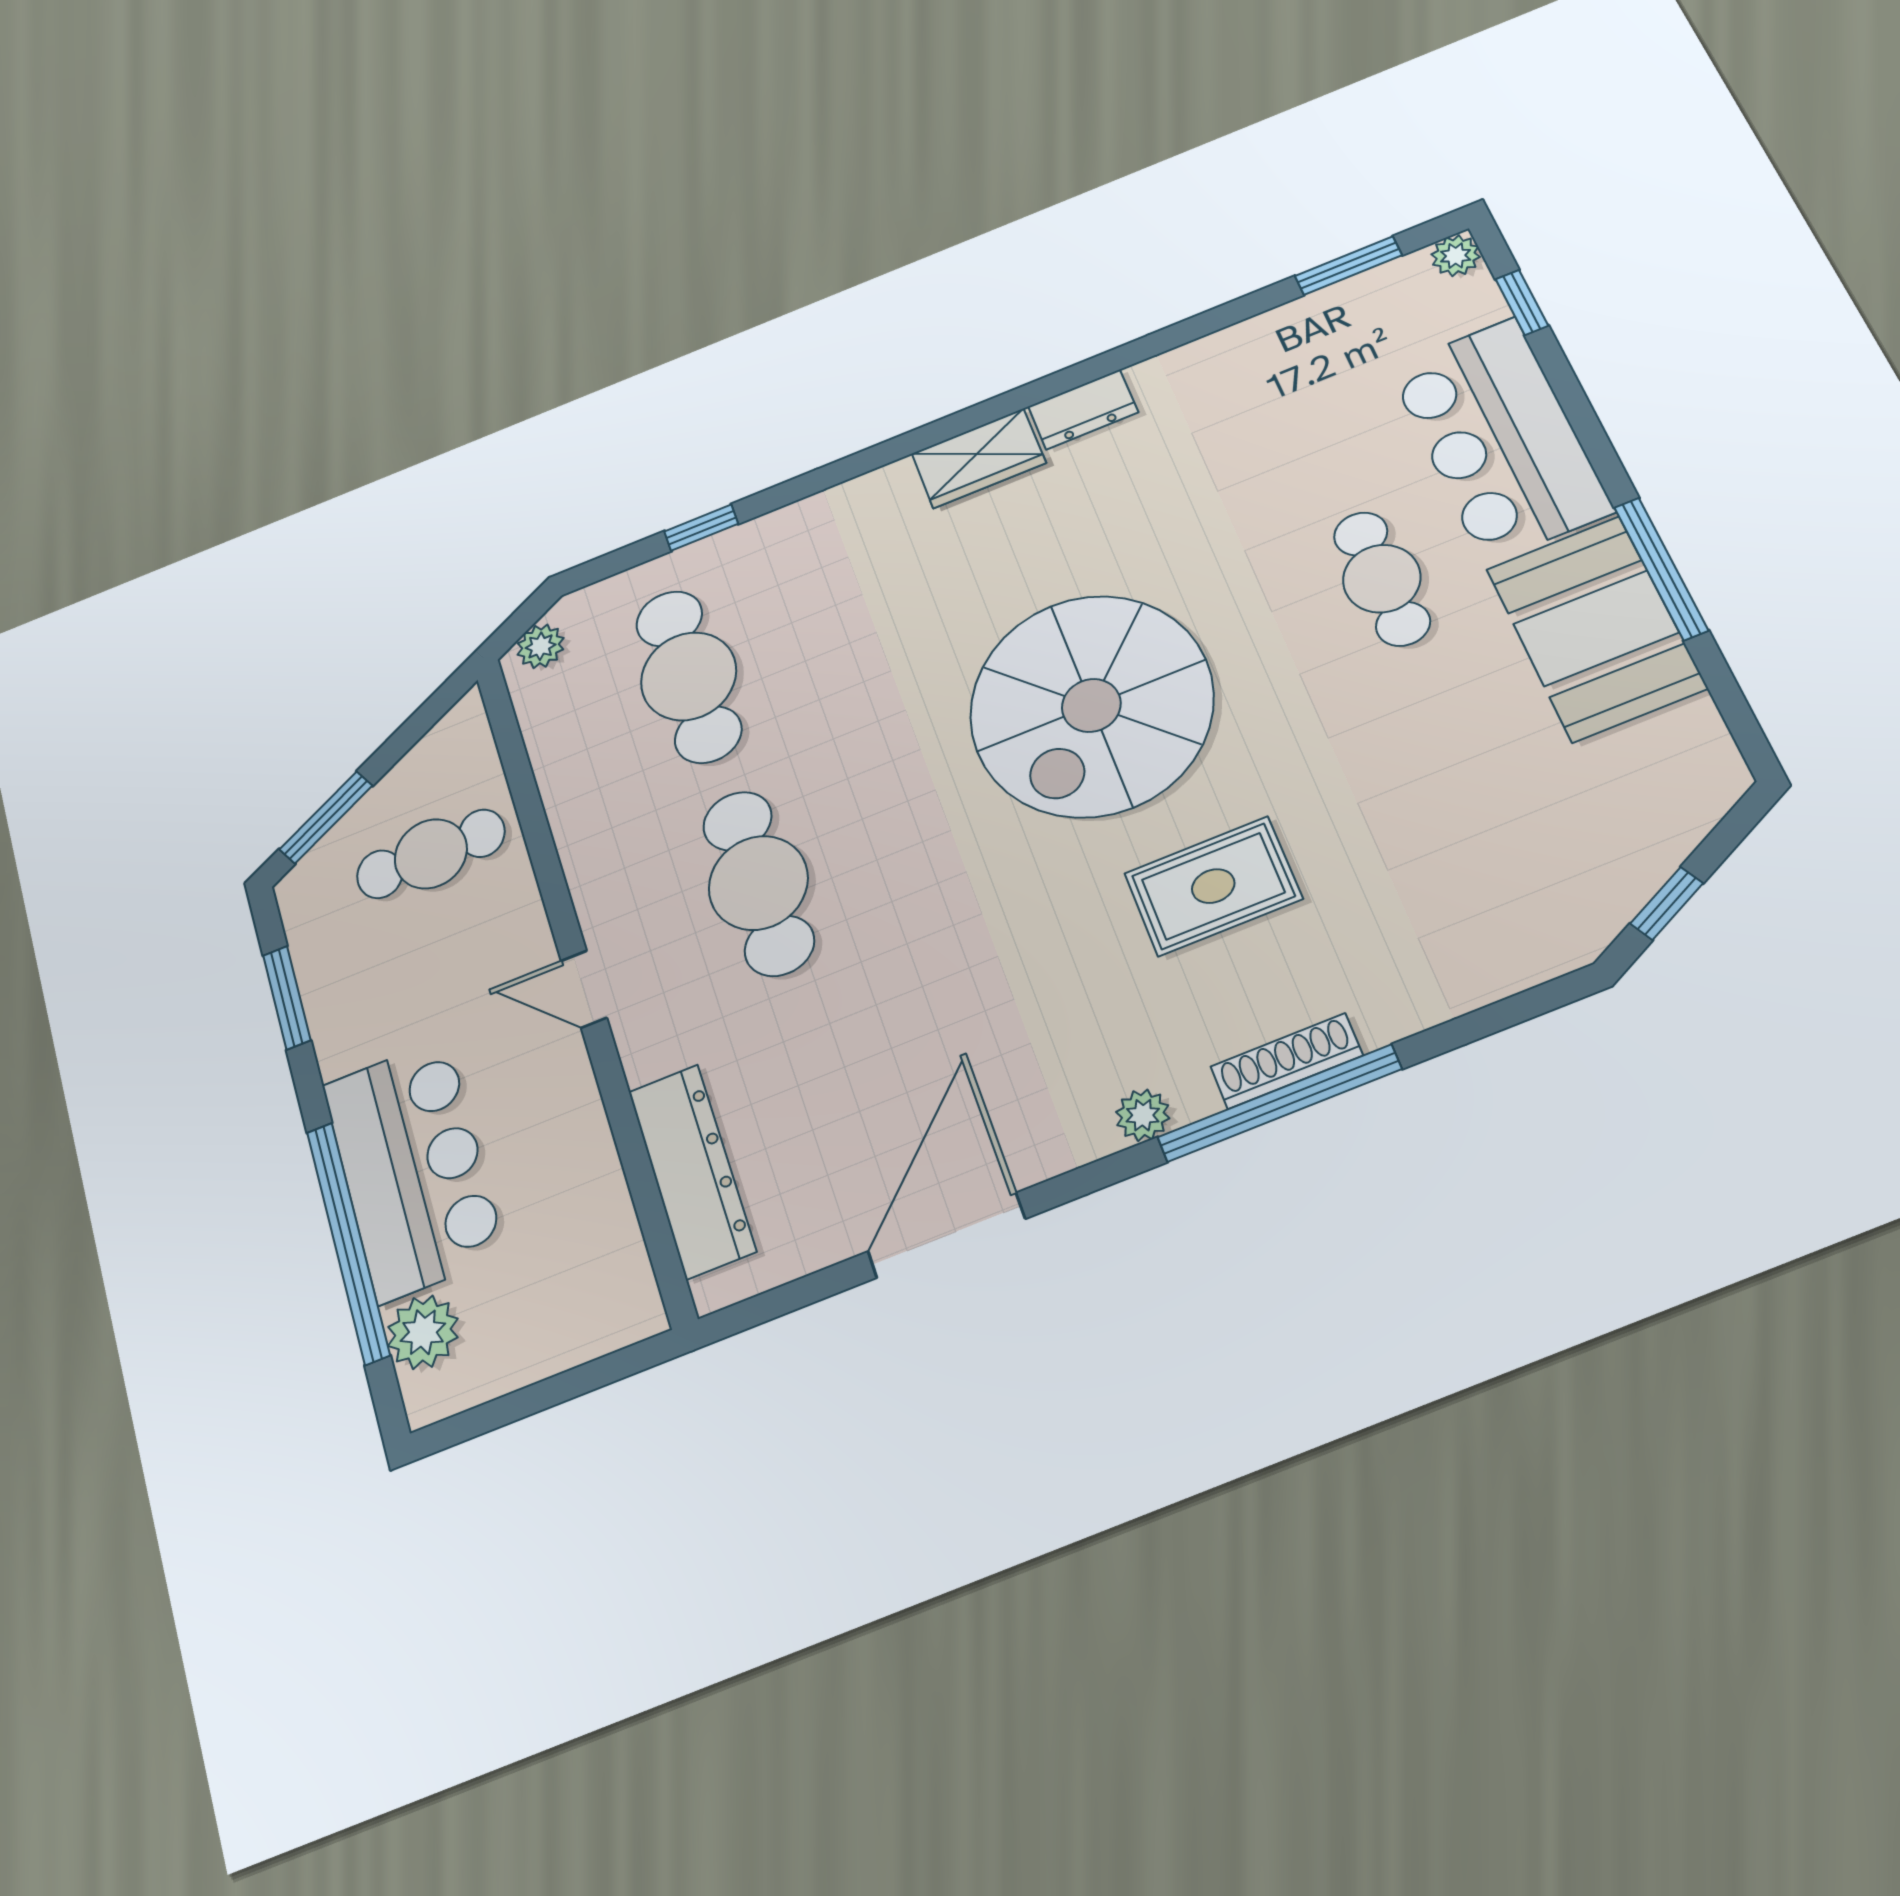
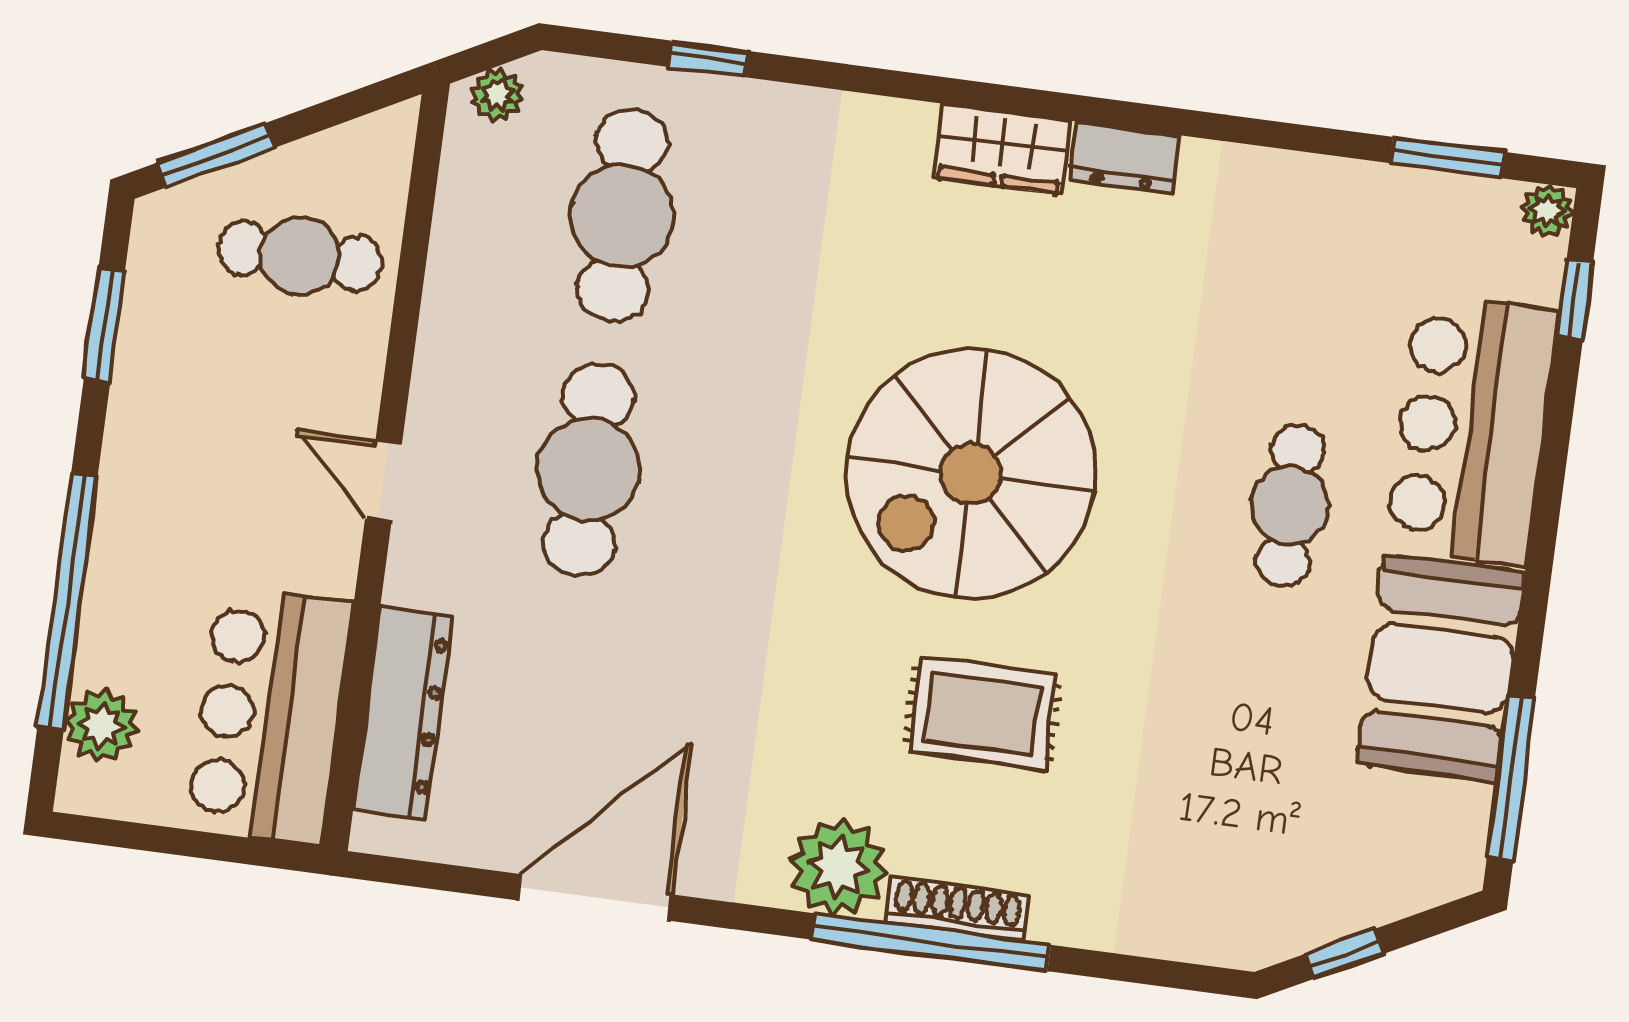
window: (1661, 568) -> (1511, 778), moved
plant: (1143, 1115) -> (838, 867), width x1.87, depth x1.87
bar counter: (413, 1169) -> (270, 716), moved, turned 180

